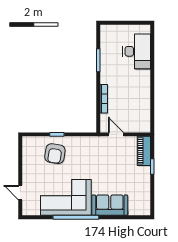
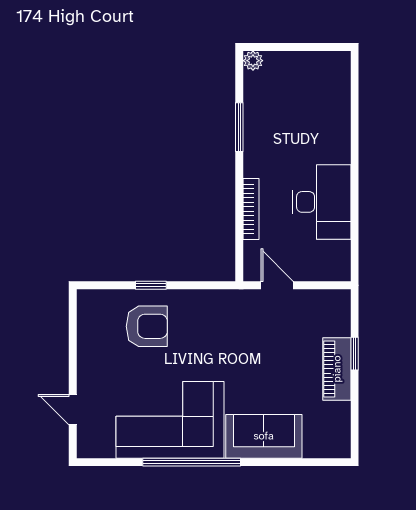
plant: (105, 29) -> (253, 61), added
desk: (137, 51) -> (321, 202), moved
piano: (144, 151) -> (337, 369), moved
armchair: (55, 154) -> (147, 326), turned -99

